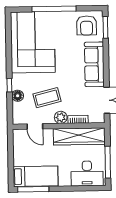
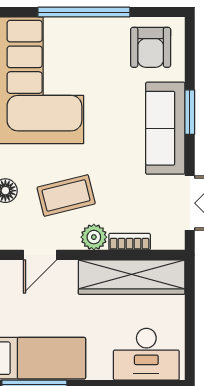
window: (105, 27) -> (190, 112), moved
door: (35, 126) -> (40, 255), hinge flipped
window: (108, 162) -> (190, 332), removed

